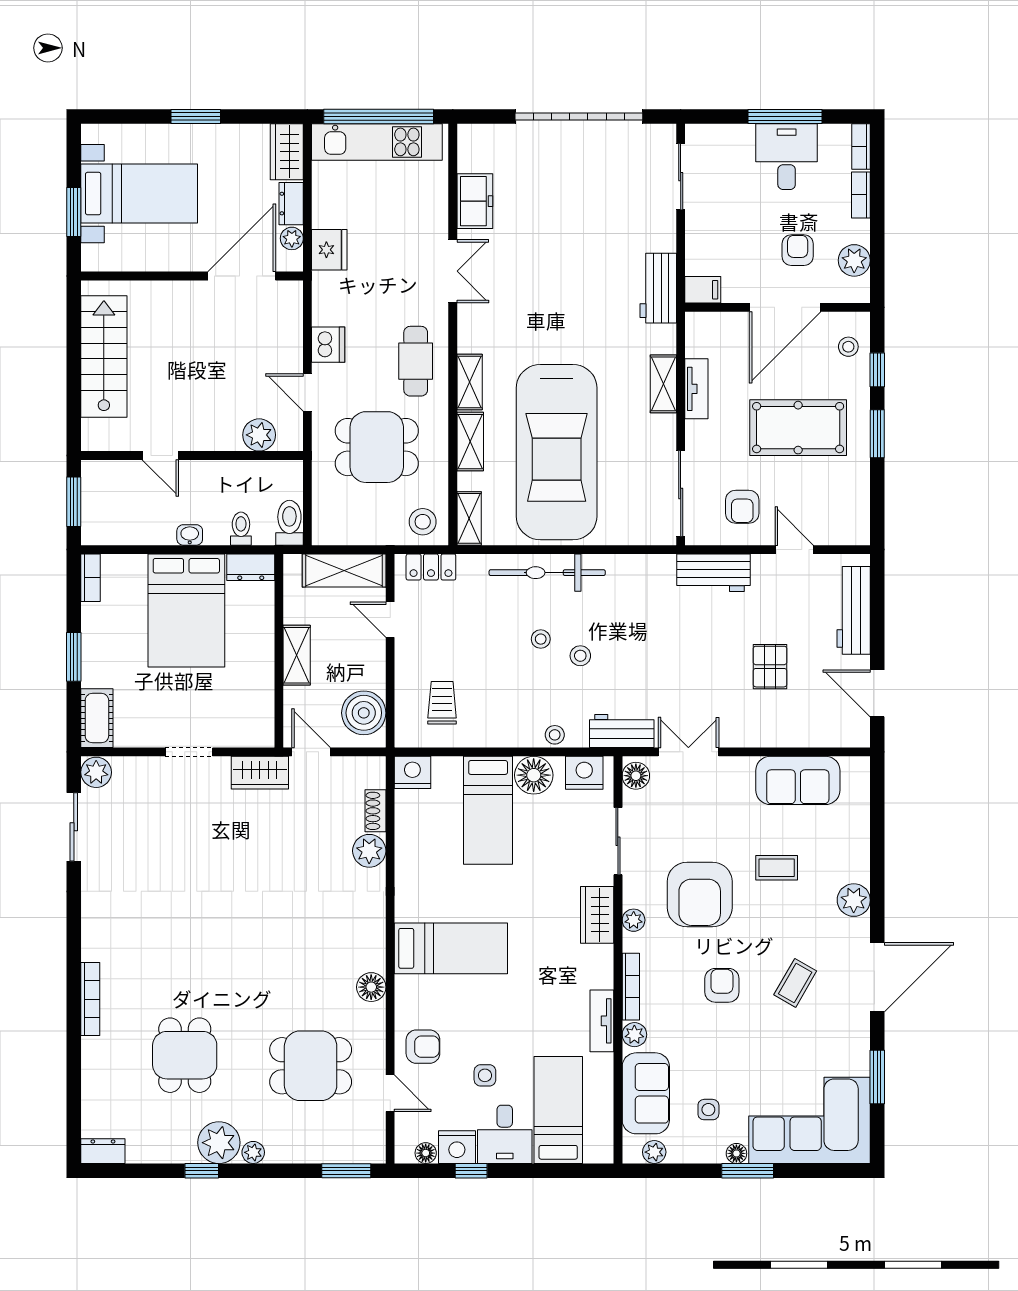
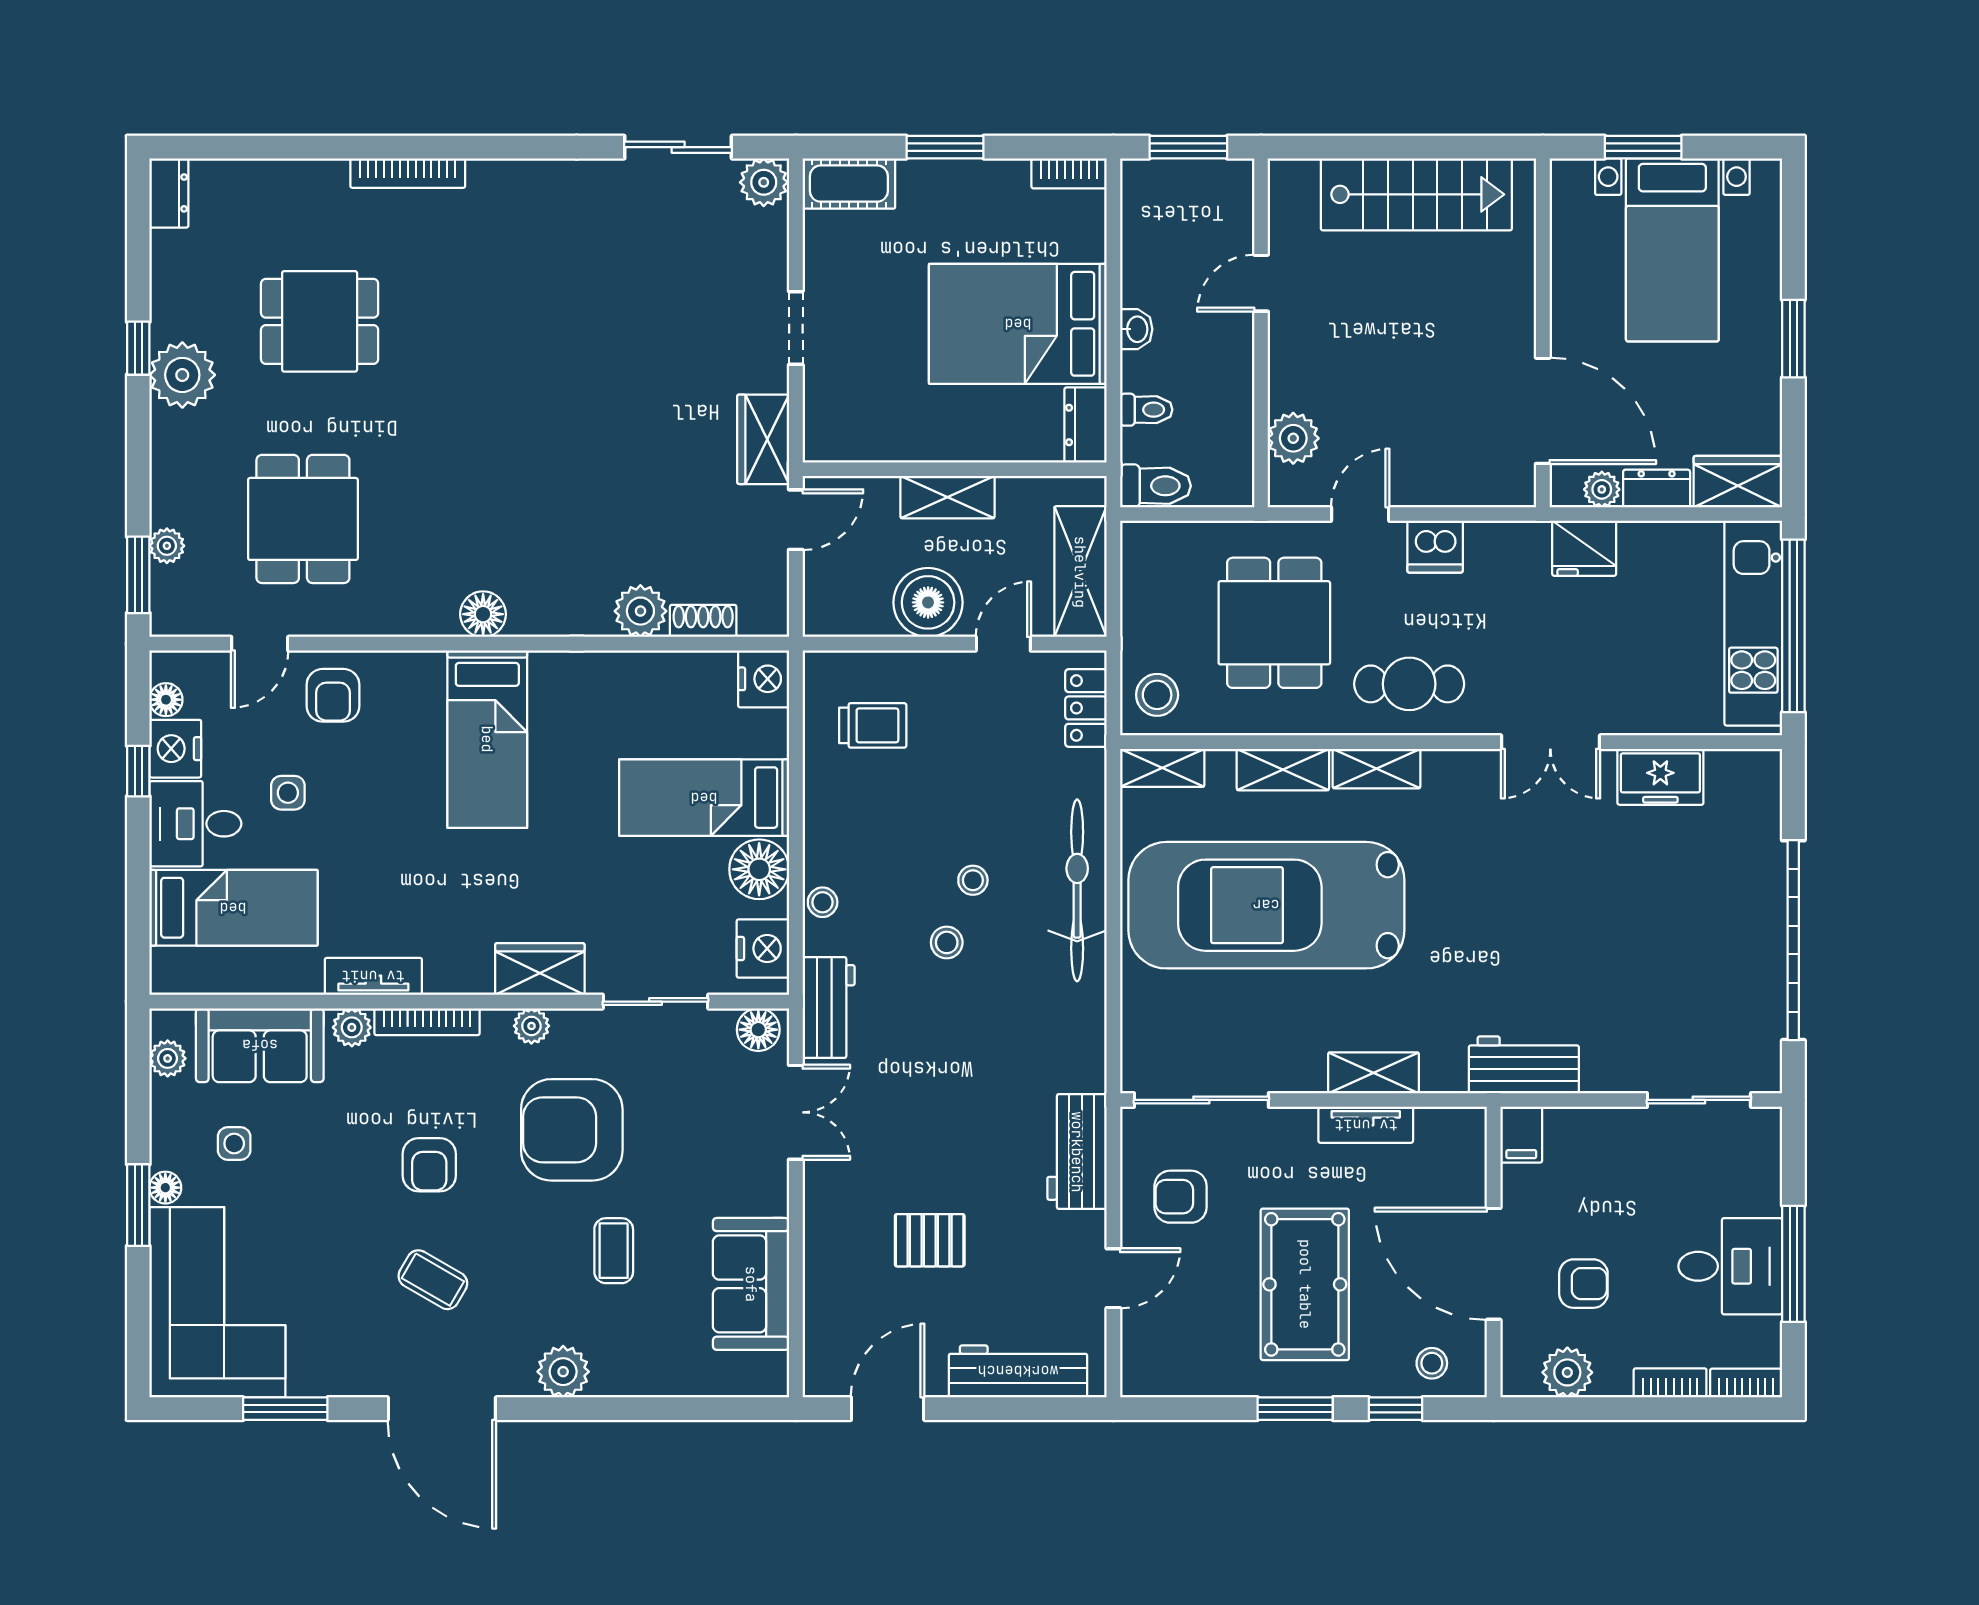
boiler: (364, 713) -> (928, 602), moved
armchair: (722, 985) -> (429, 1165), turned 90
floor lamp: (371, 987) -> (483, 614), moved
plant: (253, 1152) -> (167, 546), moved

